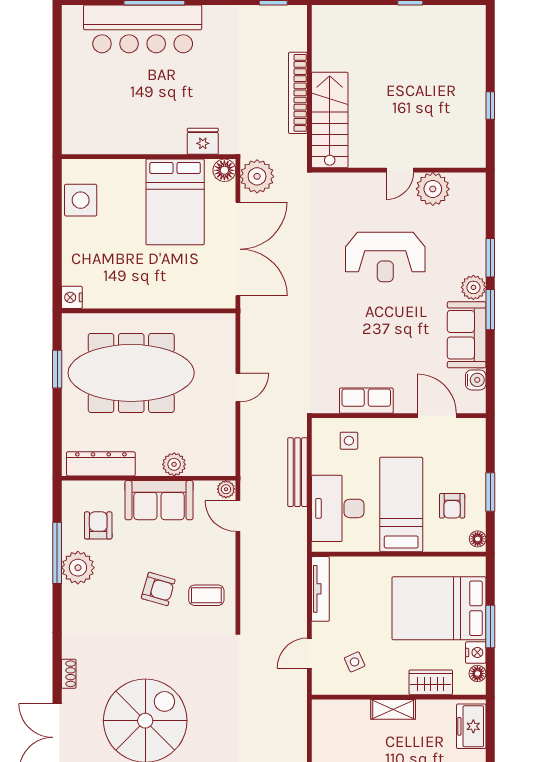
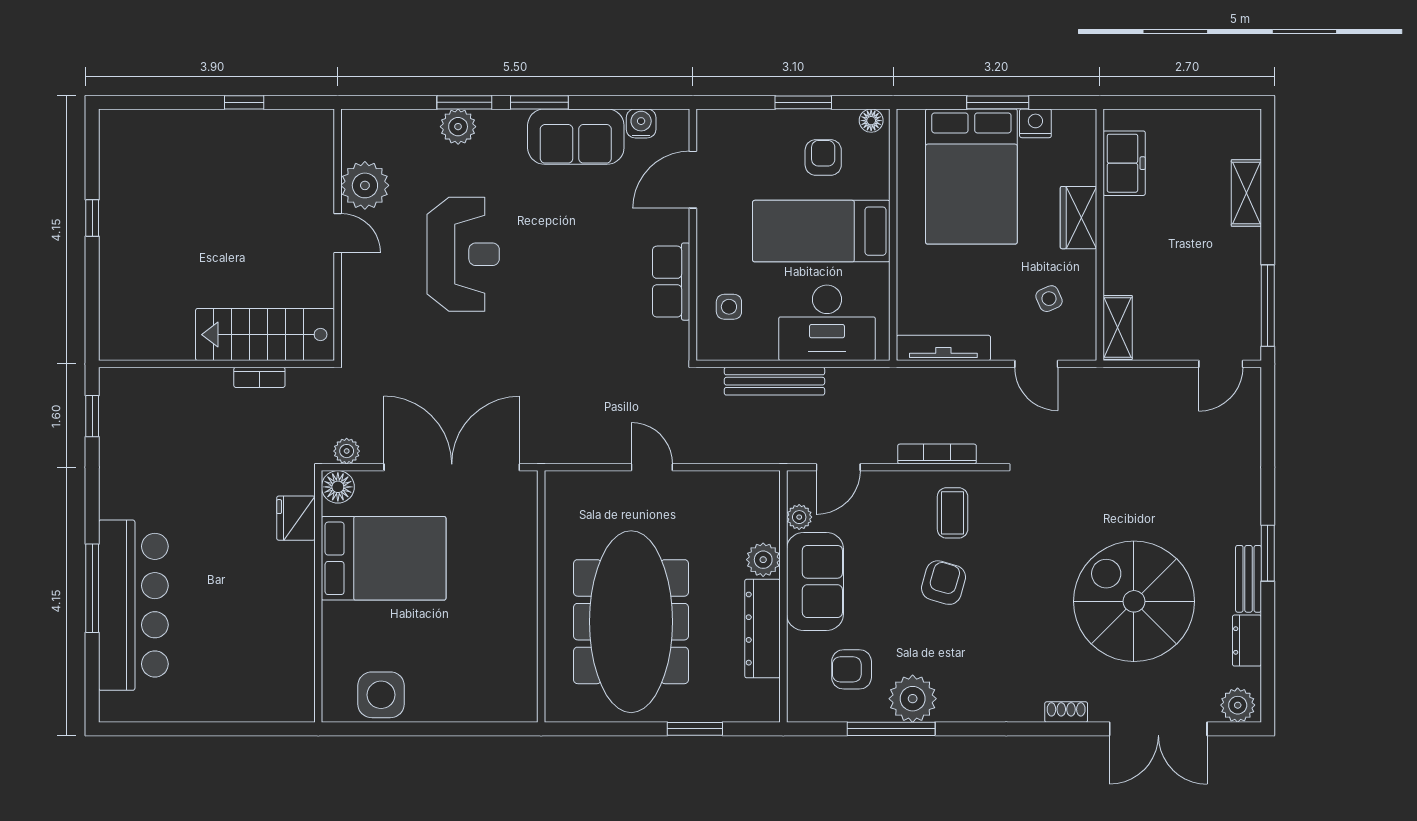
bookcase: (298, 93) -> (259, 377), width x0.43, depth x0.76
plant: (257, 176) -> (347, 451), width x0.53, depth x0.53
plant: (473, 287) -> (458, 127), moved
nightstand: (72, 297) -> (522, 708), removed
window: (57, 369) -> (695, 729), moved
dresser: (101, 464) -> (762, 629), moved
plant: (226, 489) -> (799, 517), moved
armchair: (452, 506) -> (823, 158), turned -90
bookcase: (247, 584) -> (937, 454), added
floor lamp: (477, 674) -> (1066, 121), removed
wardrobe: (431, 682) -> (1078, 218), moved
shelving: (393, 709) -> (1118, 328), moved
freezer: (471, 726) -> (1124, 163), moved, turned -90

